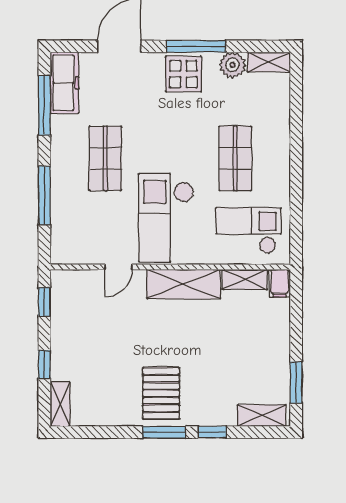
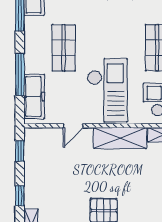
checkout: (166, 218) -> (107, 90), turned 180
freezer: (64, 226) -> (34, 96), added

